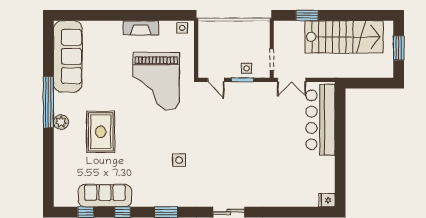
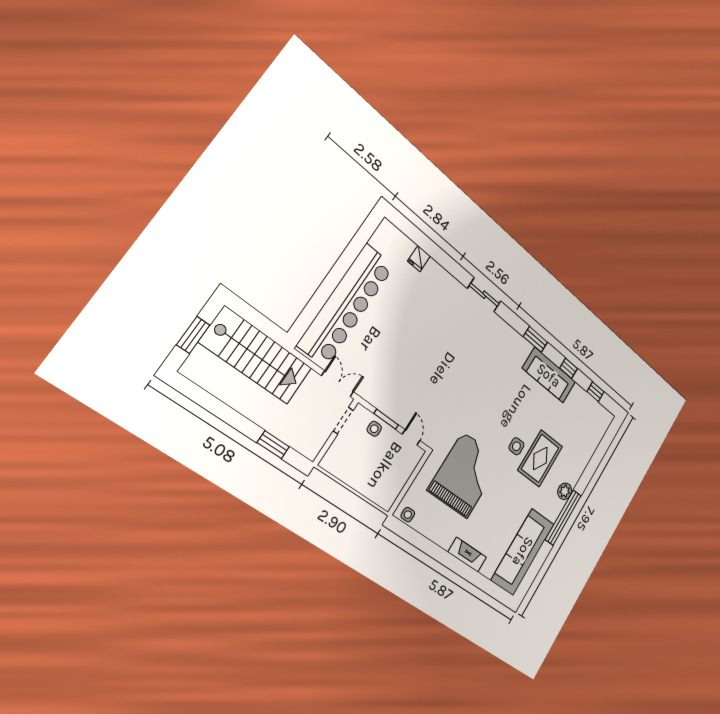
fireplace: (141, 28) -> (467, 555), moved
stairs: (344, 37) -> (256, 355), moved, turned 180
bar counter: (320, 120) -> (346, 305), width x1.36
side table: (179, 160) -> (516, 446), moved
sofa: (105, 196) -> (549, 375), moved
fridge: (327, 200) -> (419, 259), moved, turned 90

